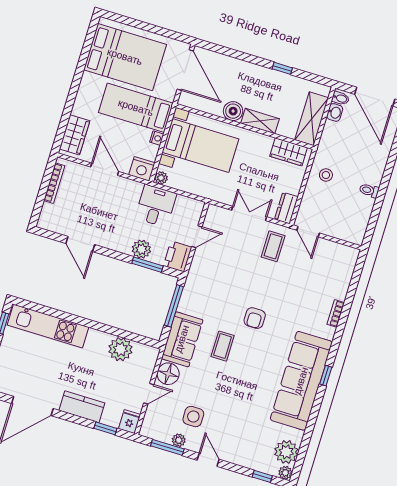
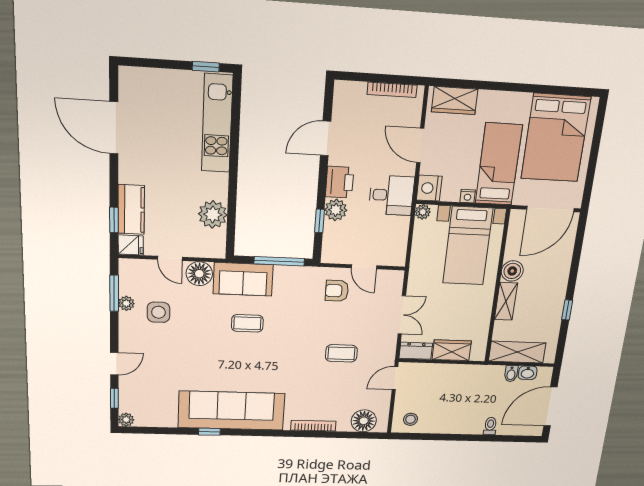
bidet: (340, 98) -> (511, 374), moved
wardrobe: (289, 152) -> (452, 350), moved, turned 90
door: (105, 169) -> (420, 146), swing flipped
stool: (326, 175) -> (411, 419), moved
toilet: (369, 190) -> (490, 426), moved
desk: (156, 206) -> (391, 195), moved
coffee table: (273, 246) -> (341, 353), moved
printer: (178, 256) -> (340, 182), moved, turned 90
window: (147, 265) -> (319, 221), width x0.67
floor lamp: (343, 268) -> (364, 421), added
bookcase: (336, 313) -> (313, 426), width x1.56
armchair: (255, 318) -> (337, 291), moved
window: (326, 376) -> (209, 432), moved
kitchen counter: (82, 407) -> (131, 209), moved
plant: (286, 452) -> (149, 415), removed
door: (208, 460) -> (114, 364), moved

